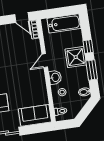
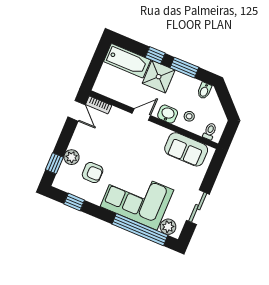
door: (22, 18) -> (77, 111), hinge flipped
bathtub: (64, 23) -> (127, 61), moved, turned 90
door: (45, 61) -> (141, 114), swing flipped
sofa: (35, 115) -> (186, 149), moved, turned -90

